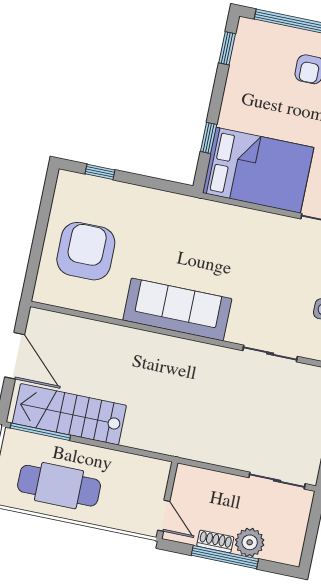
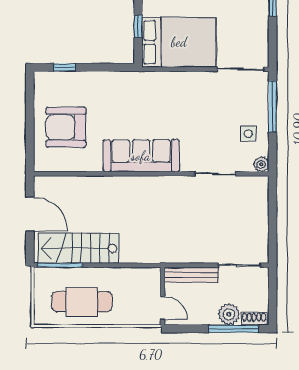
armchair: (86, 251) -> (66, 127), turned -90
bench: (211, 480) -> (191, 275), added
shoe rack: (215, 541) -> (254, 319), moved
window: (225, 557) -> (233, 329), moved

